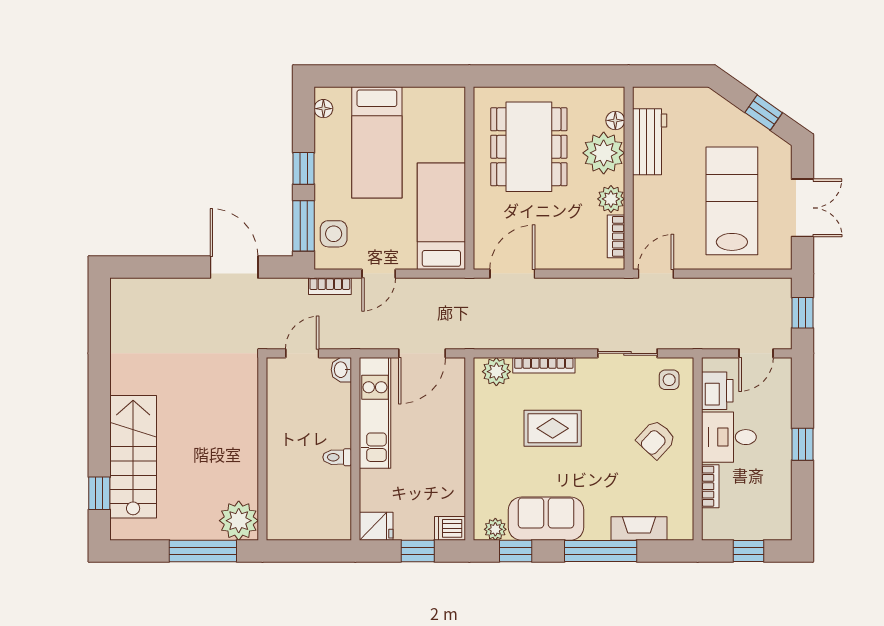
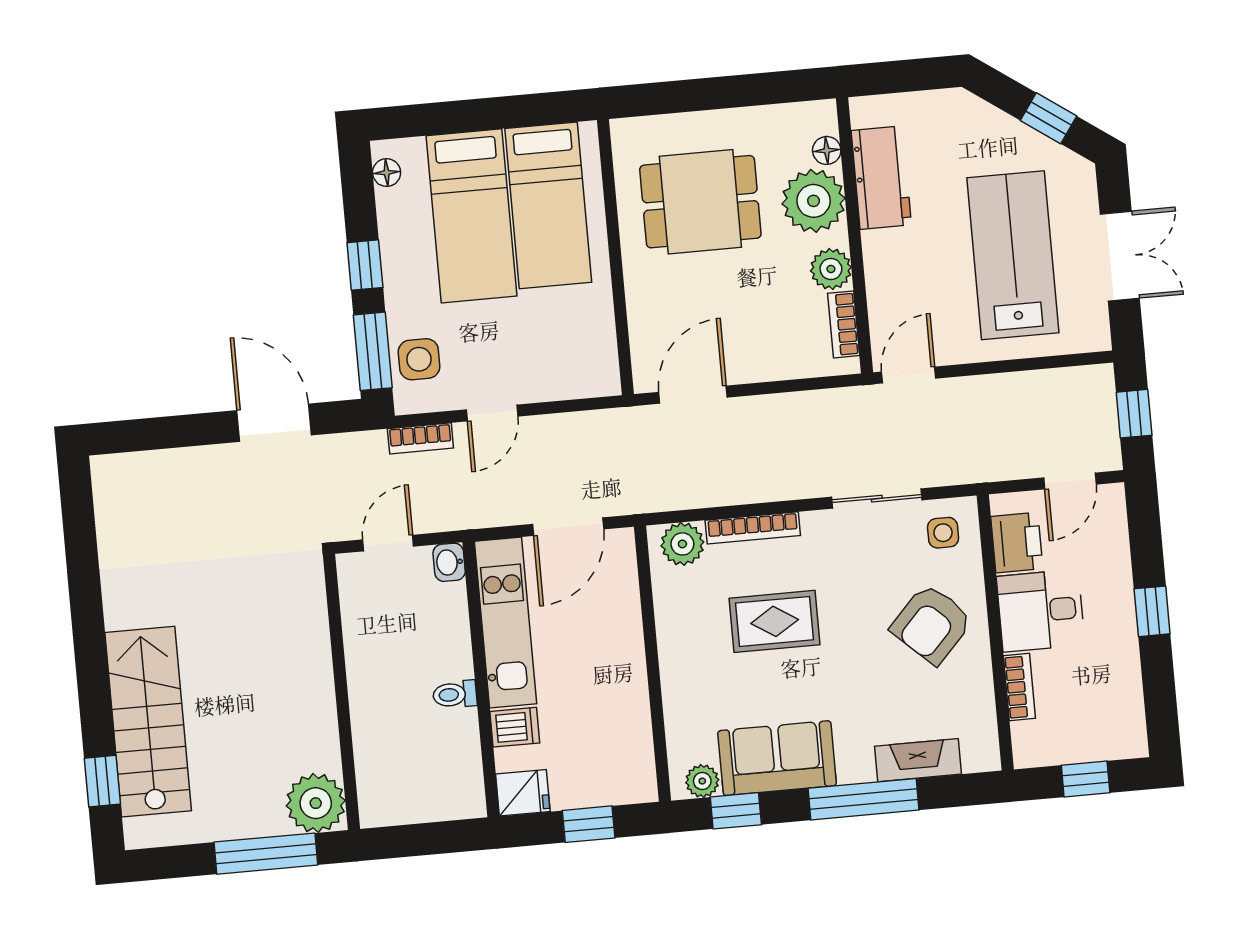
dining table: (529, 147) -> (700, 202), width x0.73
bed: (441, 216) -> (548, 205), moved, turned 180
armchair: (656, 439) -> (932, 624), width x1.38, depth x1.38
dishwasher: (450, 528) -> (515, 727), moved, turned 180

